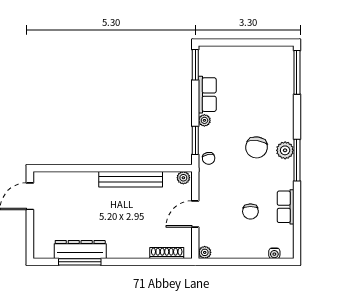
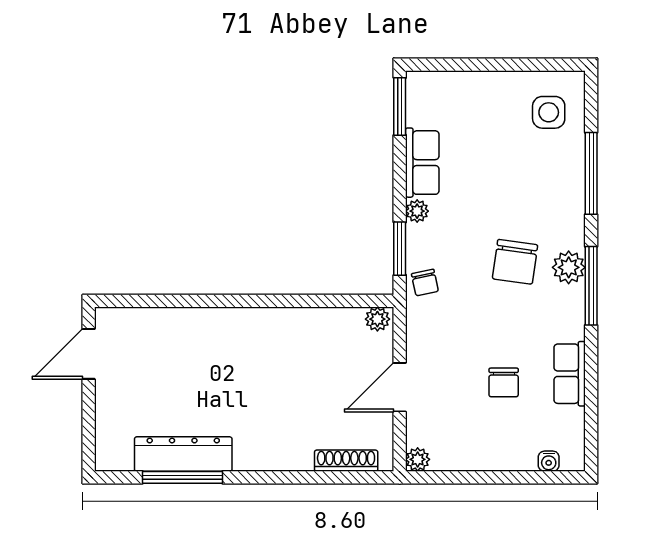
side table: (274, 68) -> (549, 112), added
window: (297, 72) -> (591, 173), moved
bench: (131, 179) -> (278, 322), removed

